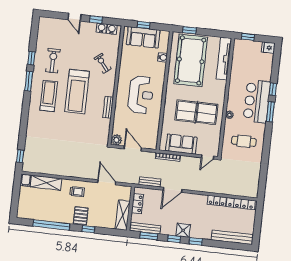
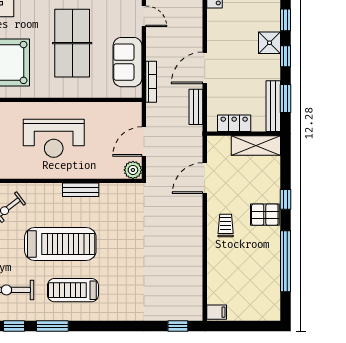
reception desk: (141, 95) -> (54, 138), turned 180
shelving: (46, 183) -> (217, 278), removed
door: (173, 190) -> (205, 68), swing flipped

